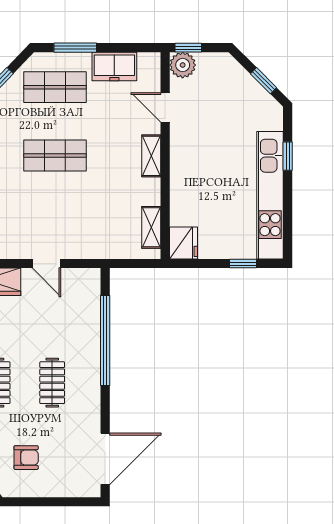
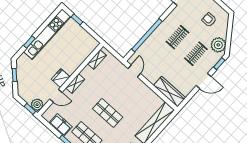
door: (165, 107) -> (56, 96), hinge flipped
fridge: (183, 243) -> (61, 78), moved
door: (47, 264) -> (134, 71), moved

